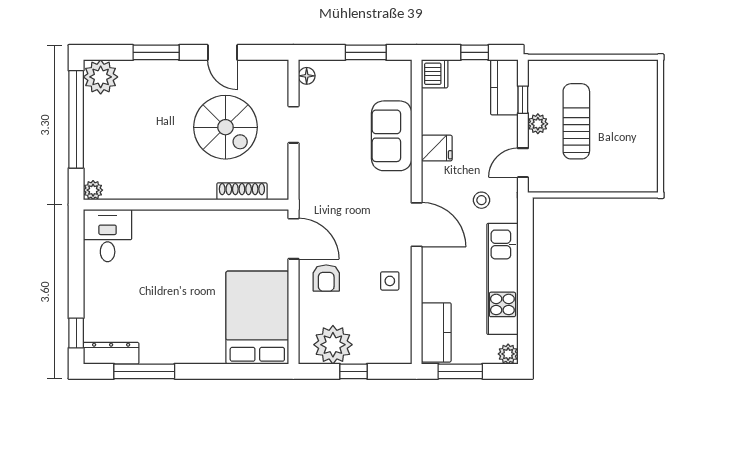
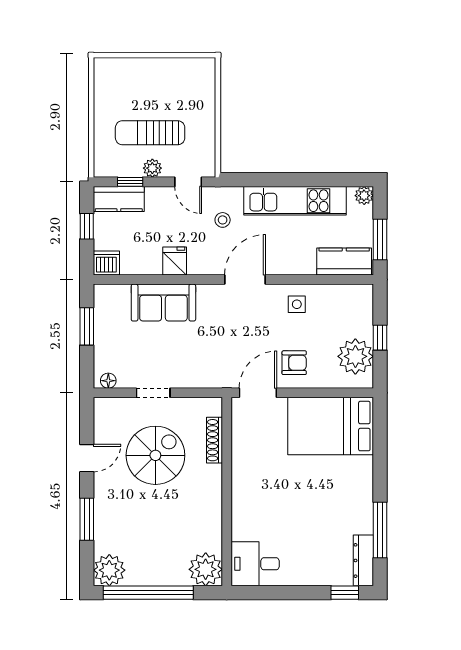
plant: (93, 190) -> (206, 569), width x1.88, depth x1.88

